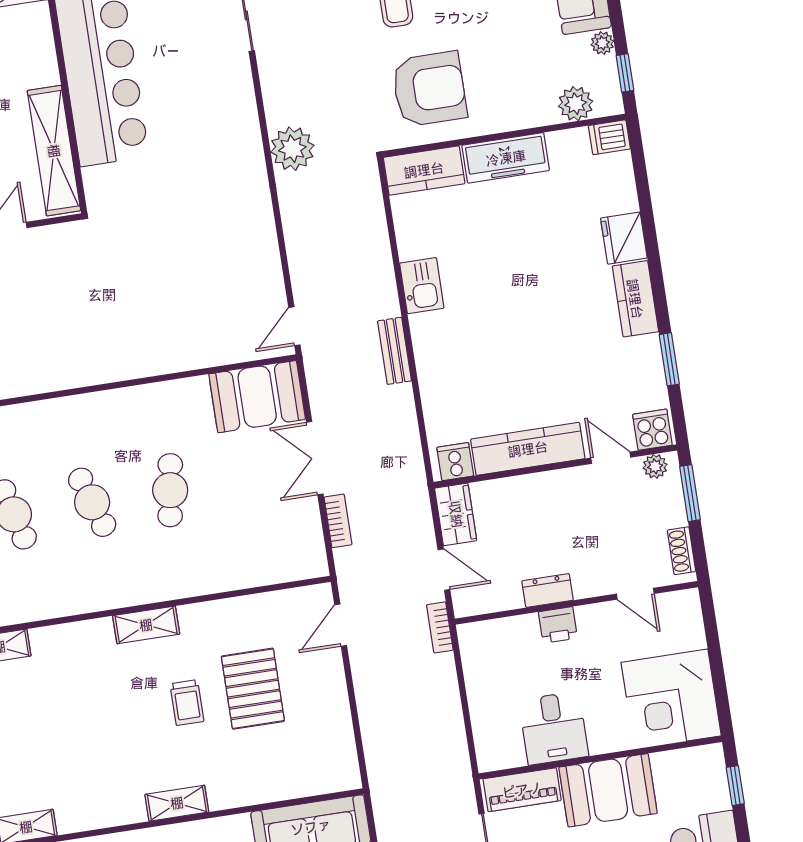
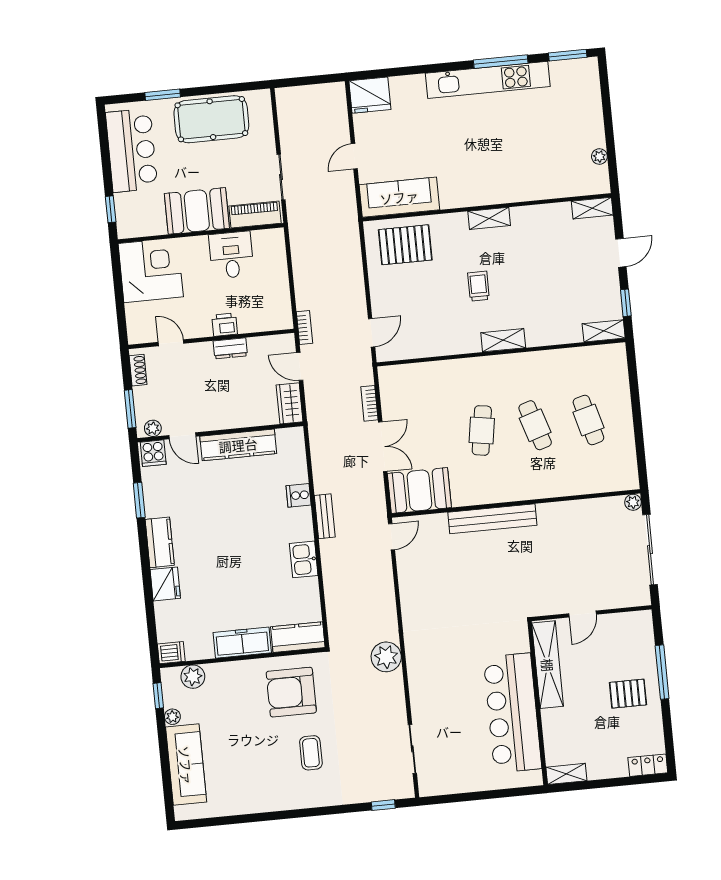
bench: (147, 361) -> (492, 519), added
cooker: (455, 462) -> (299, 495), moved, turned 90
pallet: (253, 689) -> (405, 245), moved, turned 90

